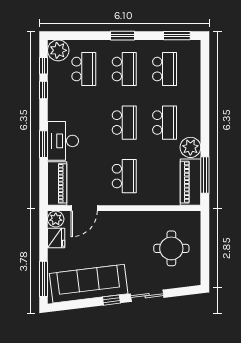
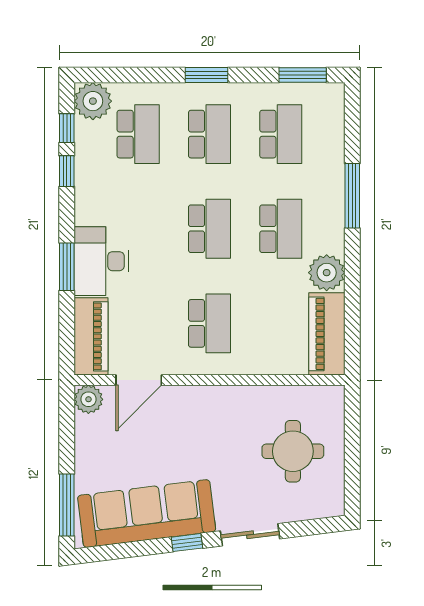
window: (205, 175) -> (352, 196), moved
fridge: (56, 238) -> (89, 433), removed

